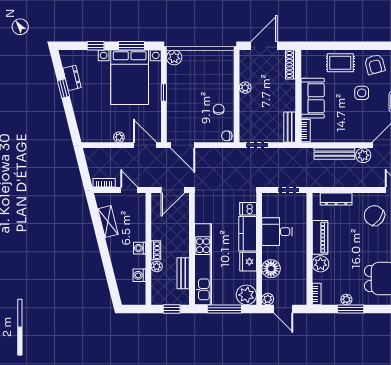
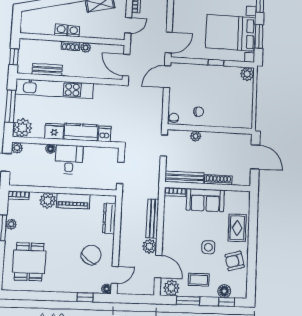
shoe rack: (291, 65) -> (218, 180), moved
plant: (245, 88) -> (196, 136), moved
bench: (290, 127) -> (184, 177), width x1.36
plant: (119, 137) -> (177, 19), removed
desk: (277, 232) -> (69, 159), moved
plant: (157, 266) -> (86, 48), moved
floor lamp: (271, 269) -> (51, 149), width x0.53, depth x0.53
washing machine: (139, 275) -> (61, 30), moved

